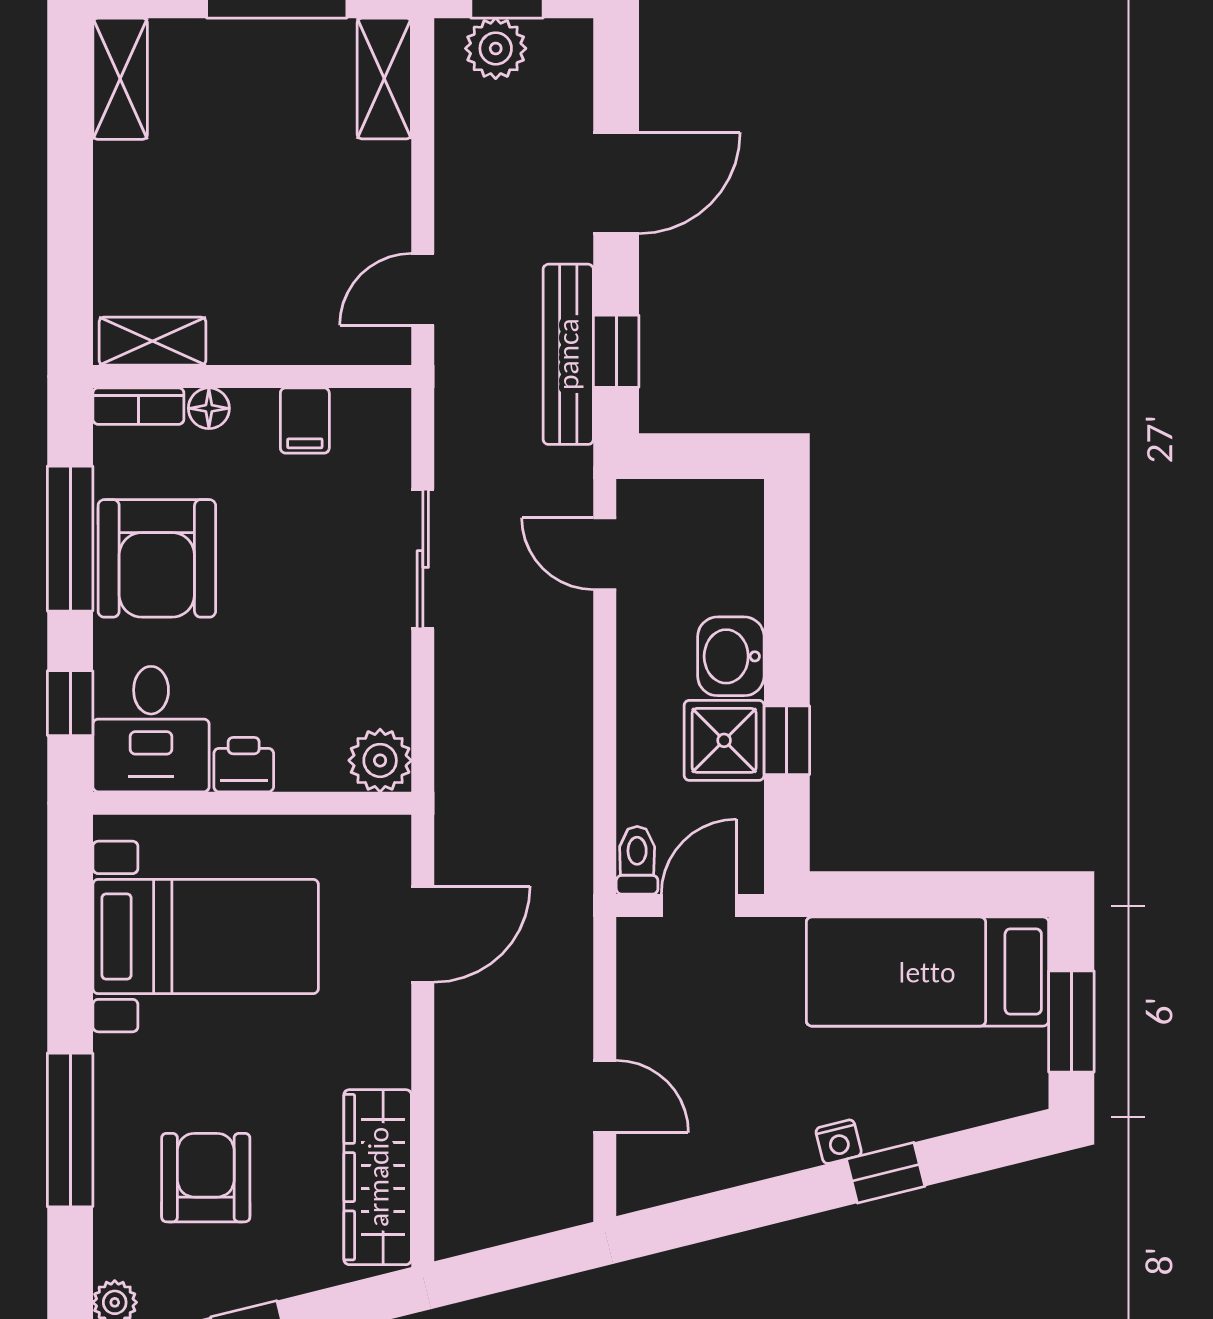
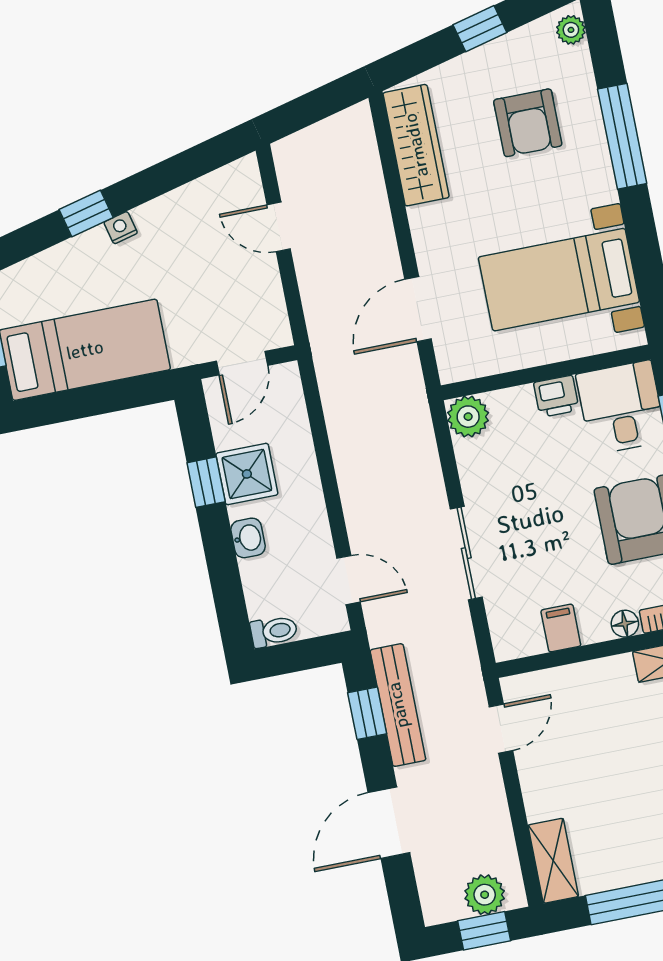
washbasin: (731, 656) -> (248, 538), width x0.72, depth x0.69
toilet: (637, 860) -> (274, 631), moved, turned -90

